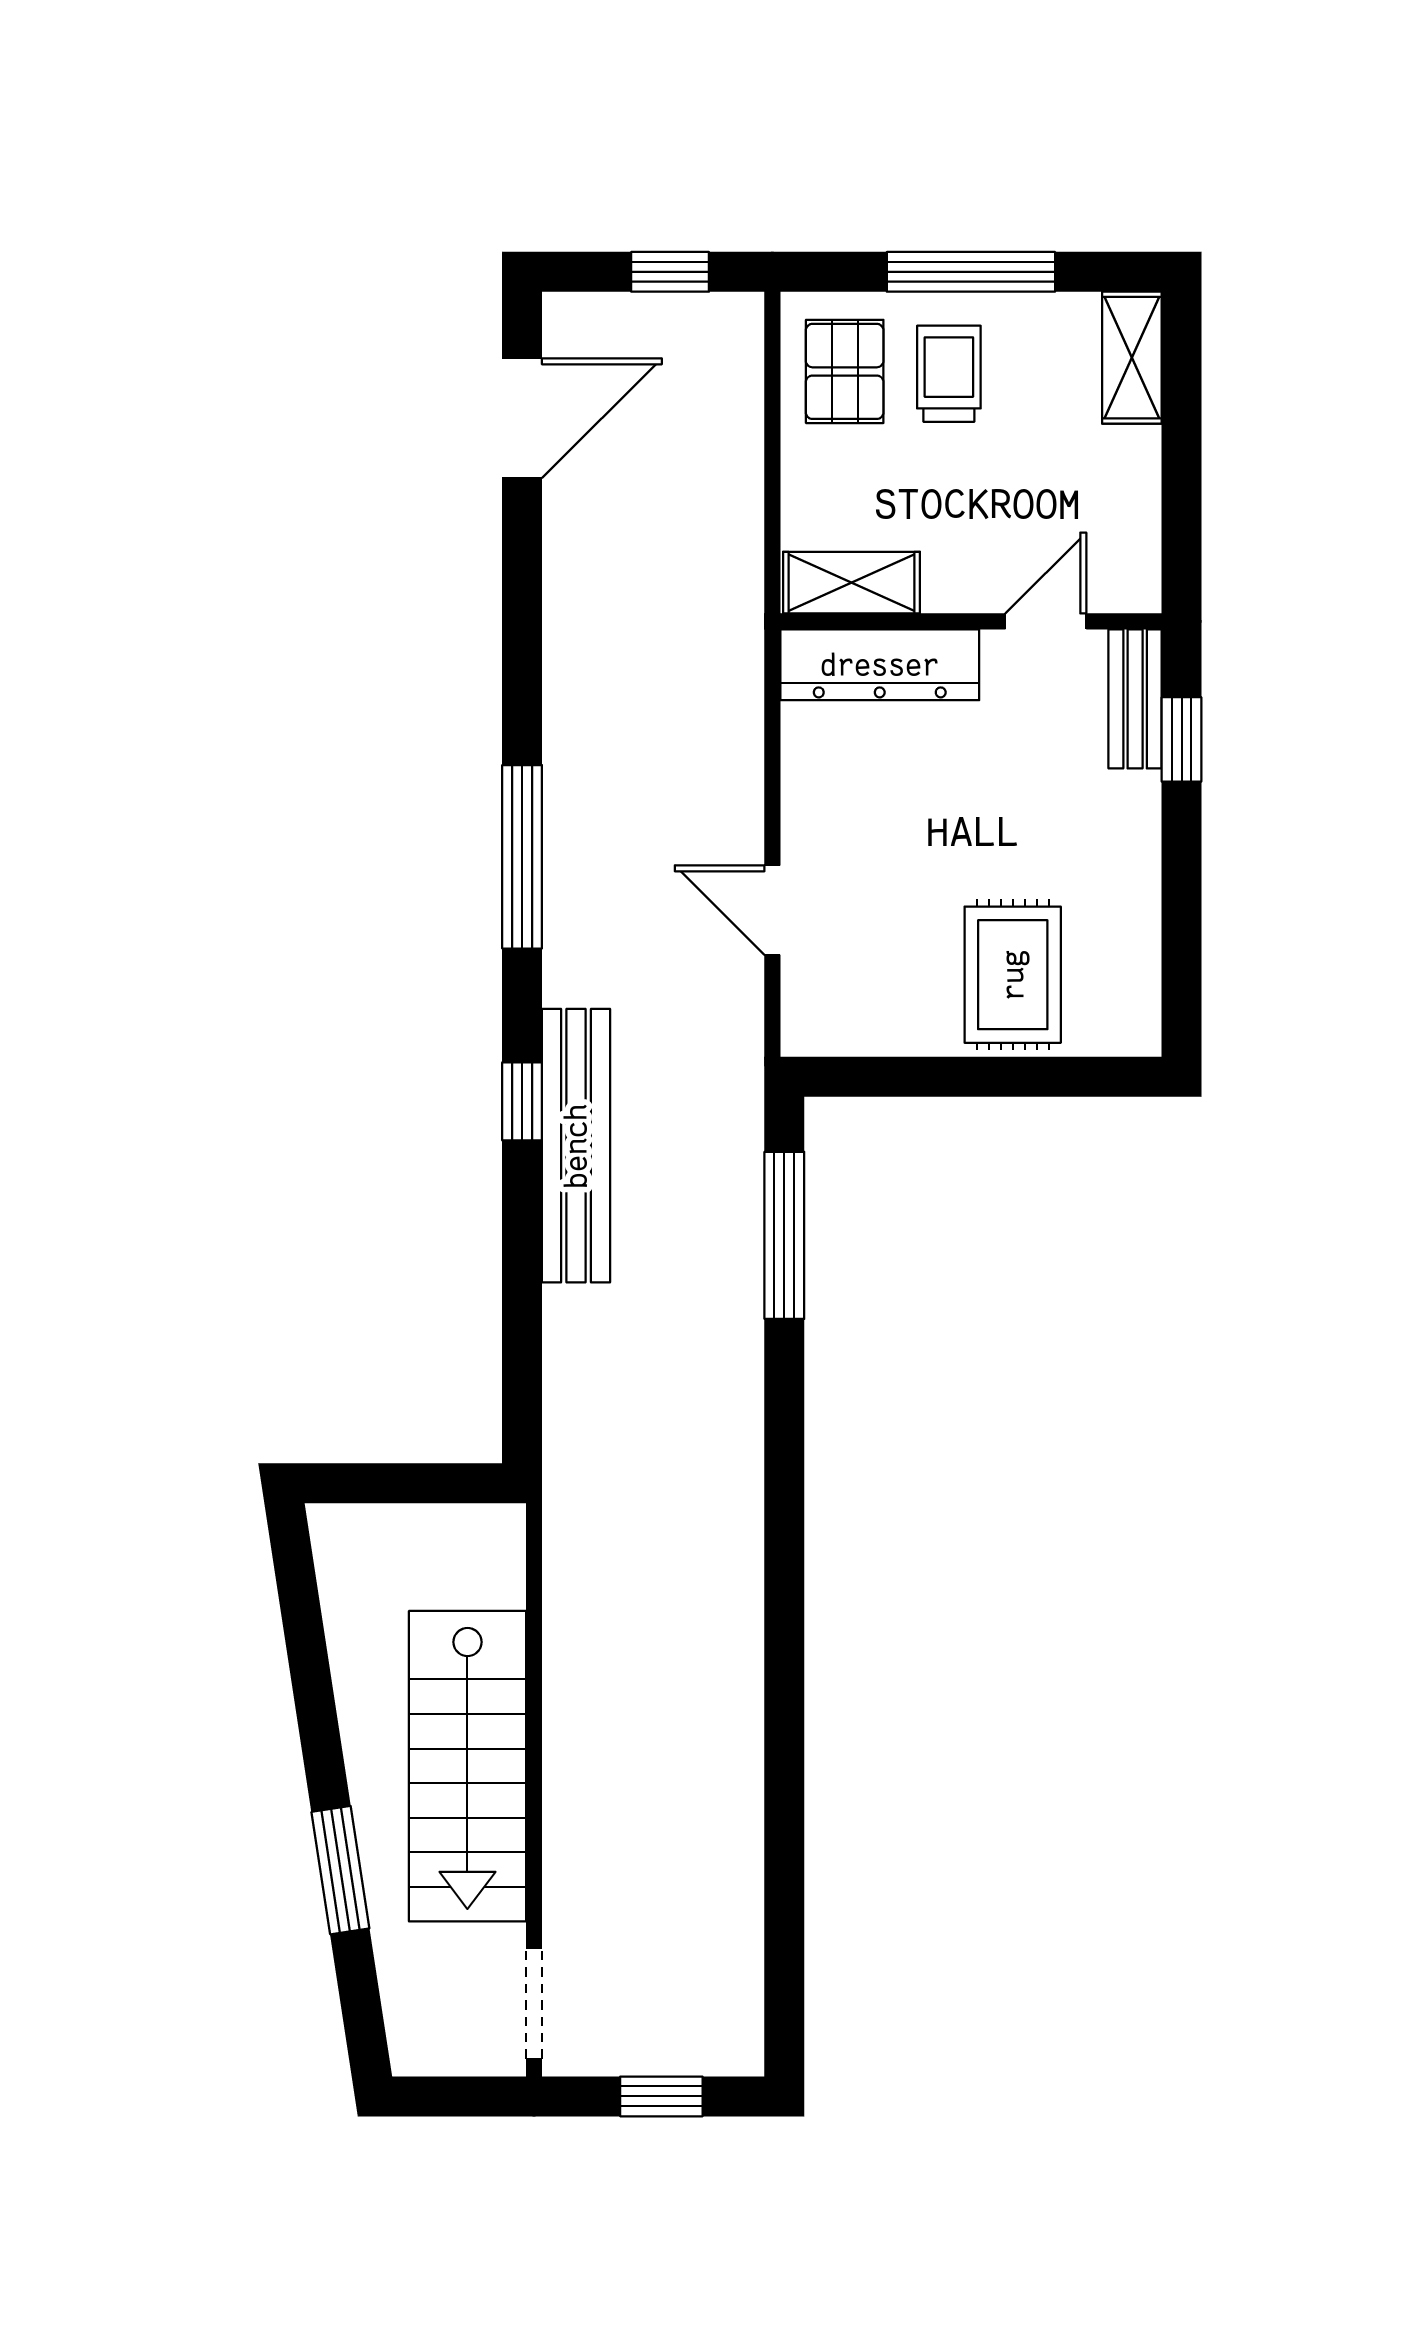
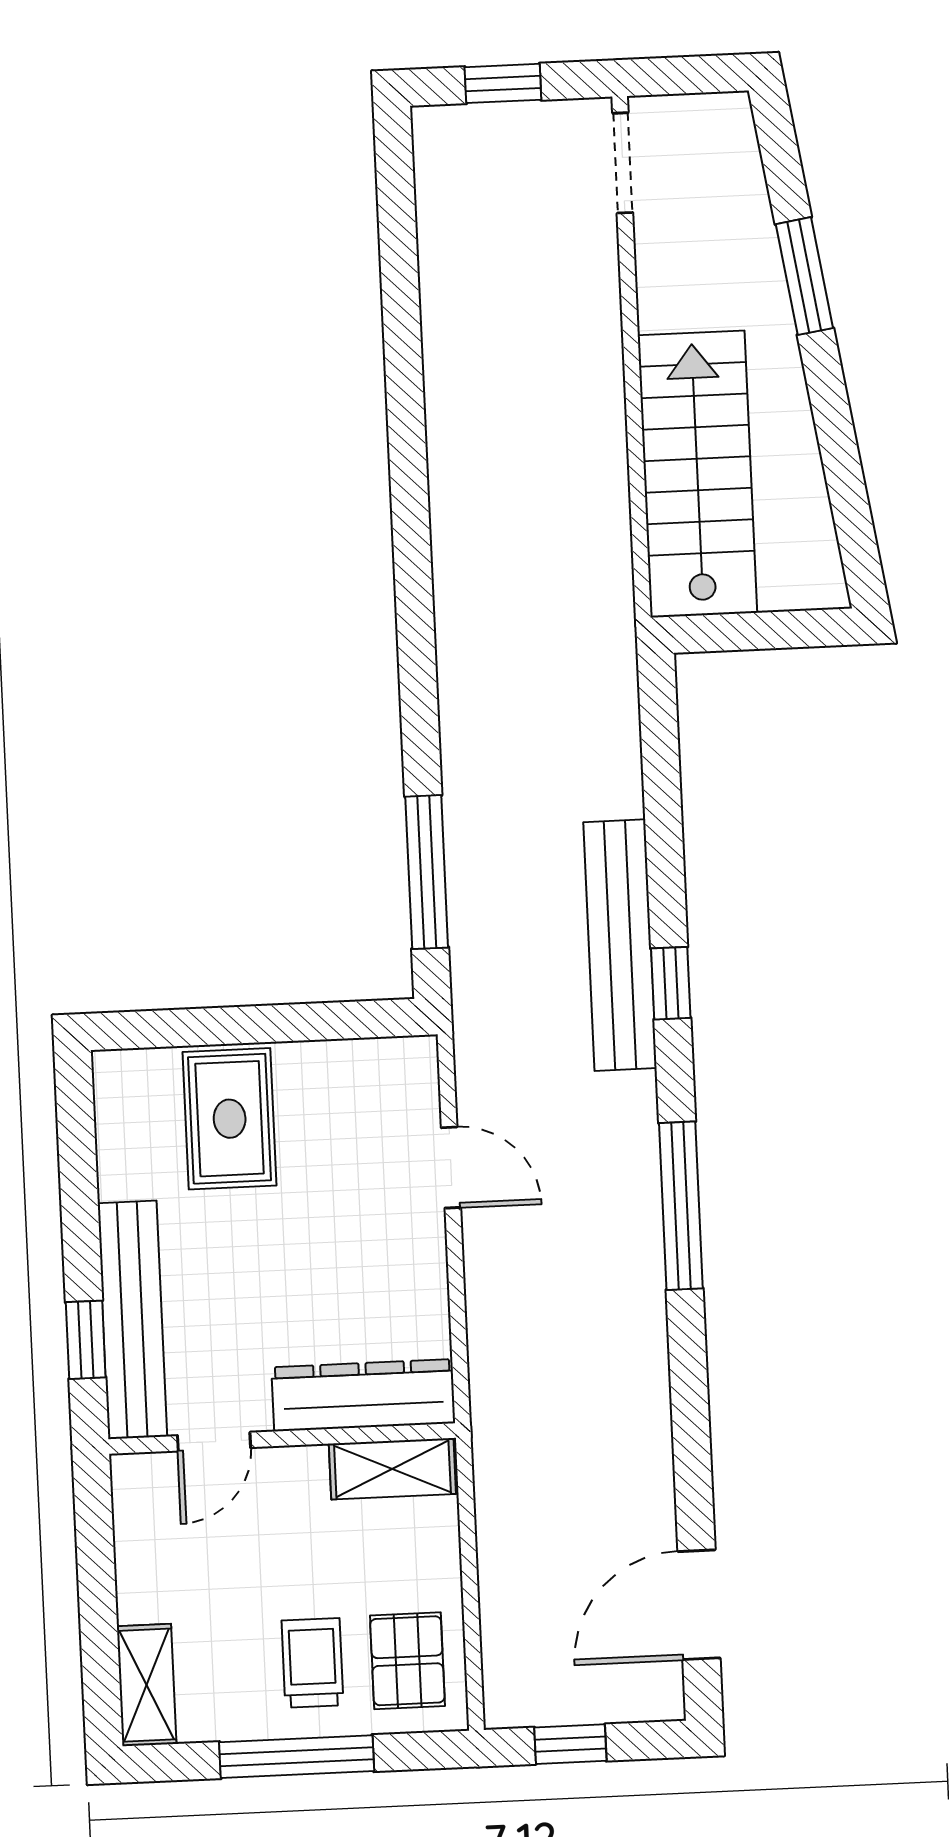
trolley: (949, 374) -> (312, 1663), turned 180
bench: (1135, 699) -> (132, 1320), width x1.86, depth x1.21
stairs: (467, 1766) -> (697, 474), moved

